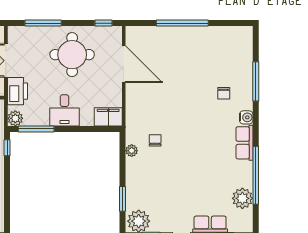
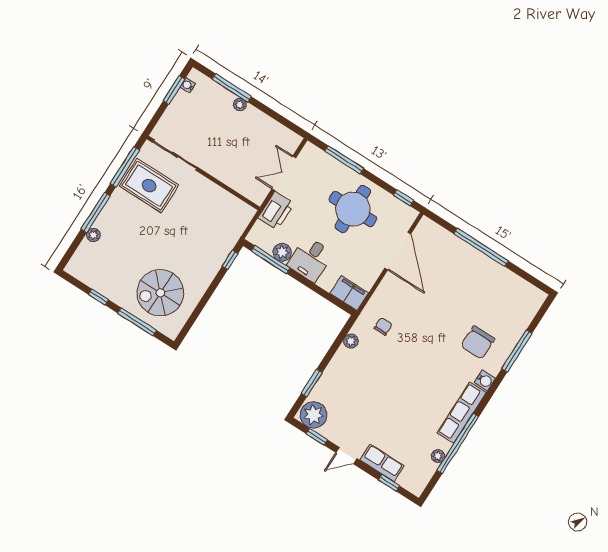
chair: (224, 93) -> (478, 343), width x1.87, depth x1.87
plant: (15, 118) -> (282, 252), moved
chair: (155, 140) -> (383, 326), moved
row of seats: (244, 143) -> (462, 413), width x1.48
plant: (242, 198) -> (438, 456), width x0.53, depth x0.53

